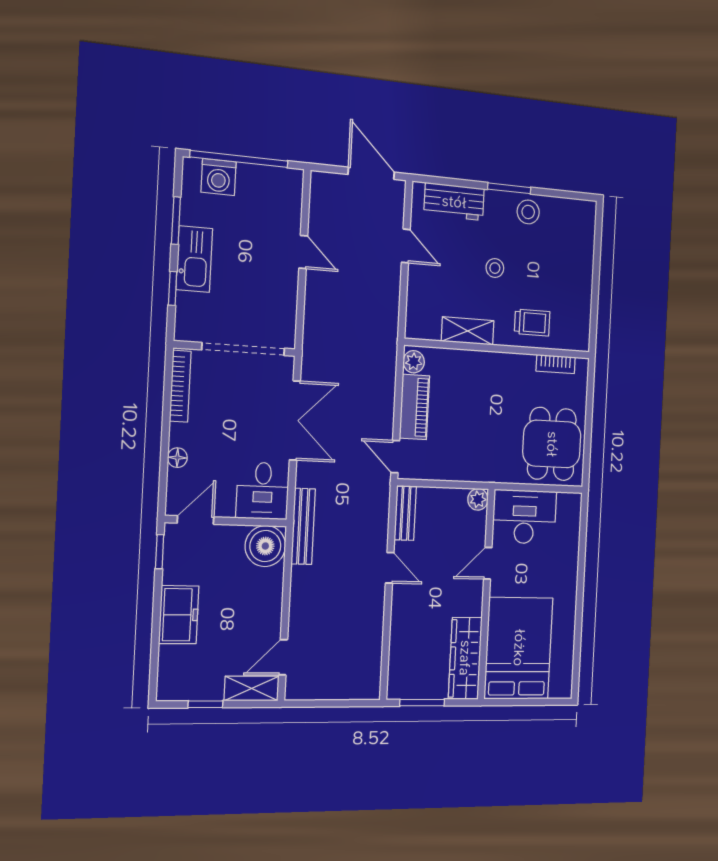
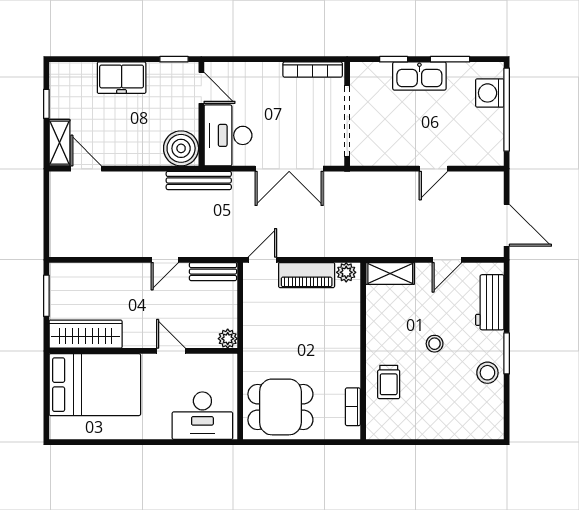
door: (371, 173) -> (507, 225), hinge flipped
shelving: (468, 331) -> (390, 273), moved, turned 90
floor lamp: (177, 458) -> (253, 70), removed
desk: (263, 491) -> (228, 135), width x1.37
desk: (524, 517) -> (202, 416), moved, turned 90

